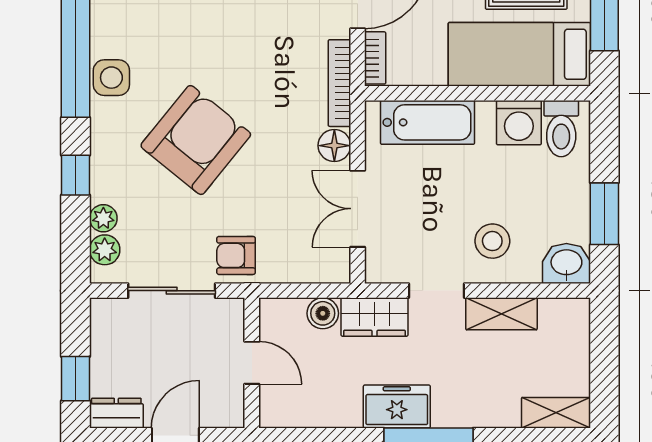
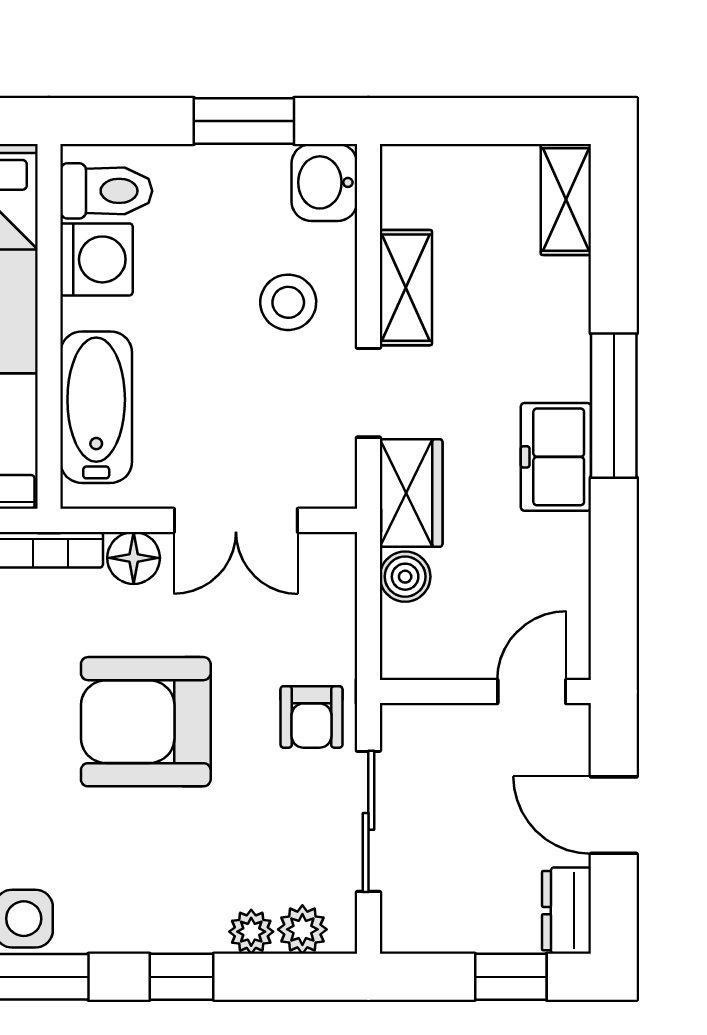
armchair: (196, 140) -> (146, 722), moved, turned -39
door: (252, 363) -> (532, 691), moved

